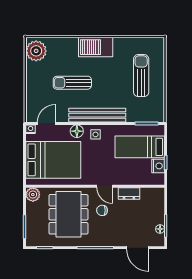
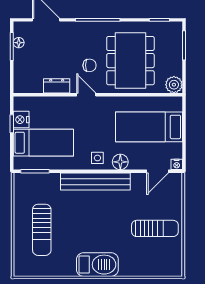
plant: (36, 51) -> (170, 260), removed
sun lounger: (72, 83) -> (155, 228), moved
bed: (53, 160) -> (149, 127), width x0.67

